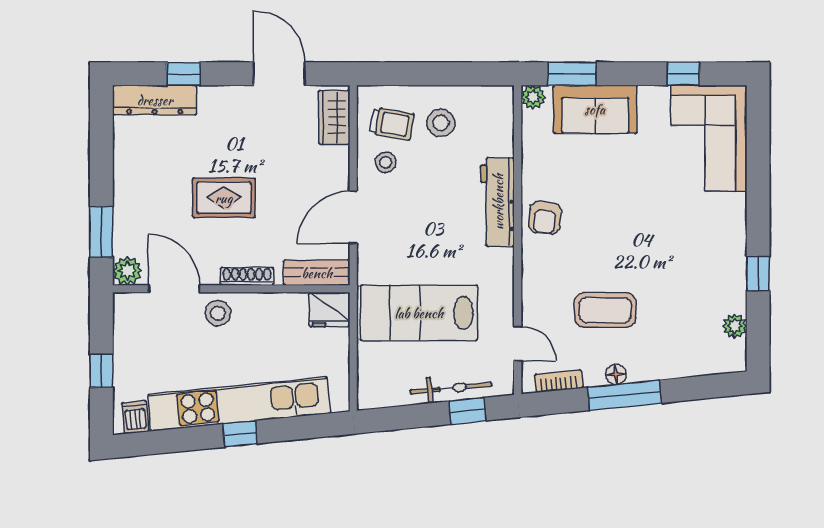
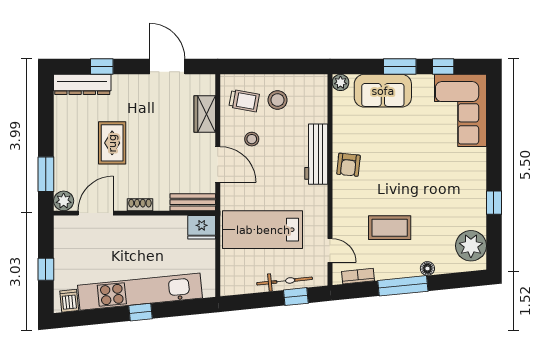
window: (572, 74) -> (400, 66), moved
wardrobe: (334, 117) -> (205, 114), moved
stool: (386, 162) -> (252, 139), moved
rug: (224, 198) -> (112, 143), moved, turned 90
door: (353, 217) -> (218, 164), swing flipped
shoe rack: (247, 276) -> (140, 205), width x0.70
door: (174, 289) -> (96, 213), hinge flipped
stool: (218, 313) -> (125, 230), removed
plant: (735, 326) -> (471, 246), width x1.88, depth x1.88
floor lamp: (616, 374) -> (427, 268), moved

